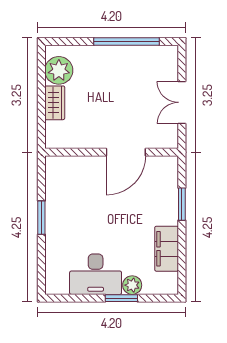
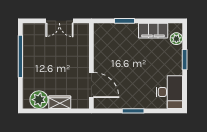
door: (126, 152) -> (91, 85), moved
desk: (96, 274) -> (169, 92), moved
plant: (132, 285) -> (176, 39), moved

